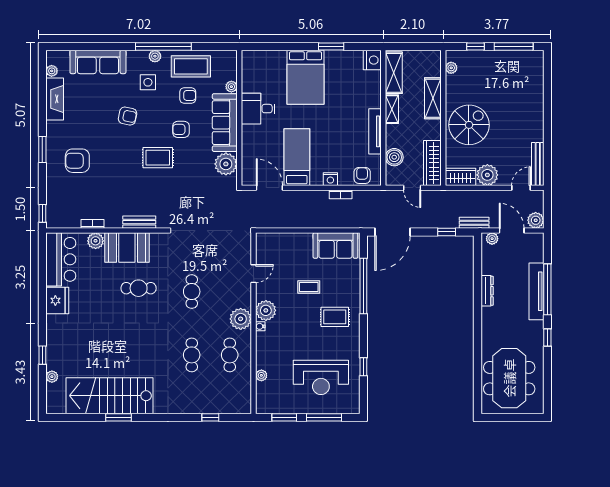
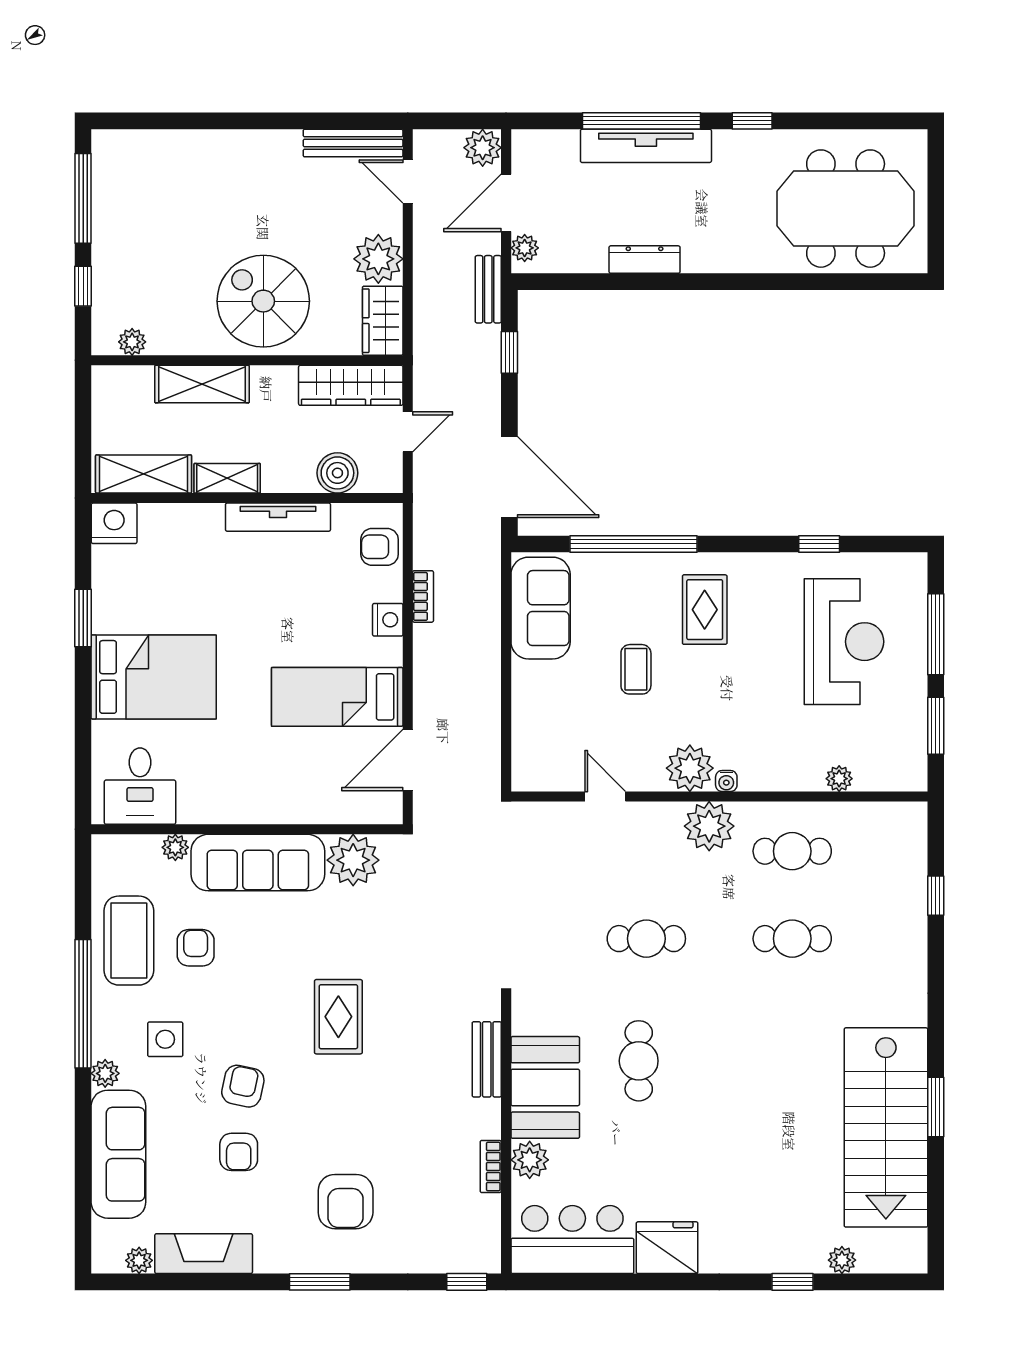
plant: (155, 56) -> (105, 1073), moved
desk: (258, 109) -> (140, 786), moved
armchair: (181, 129) -> (239, 1152), moved

